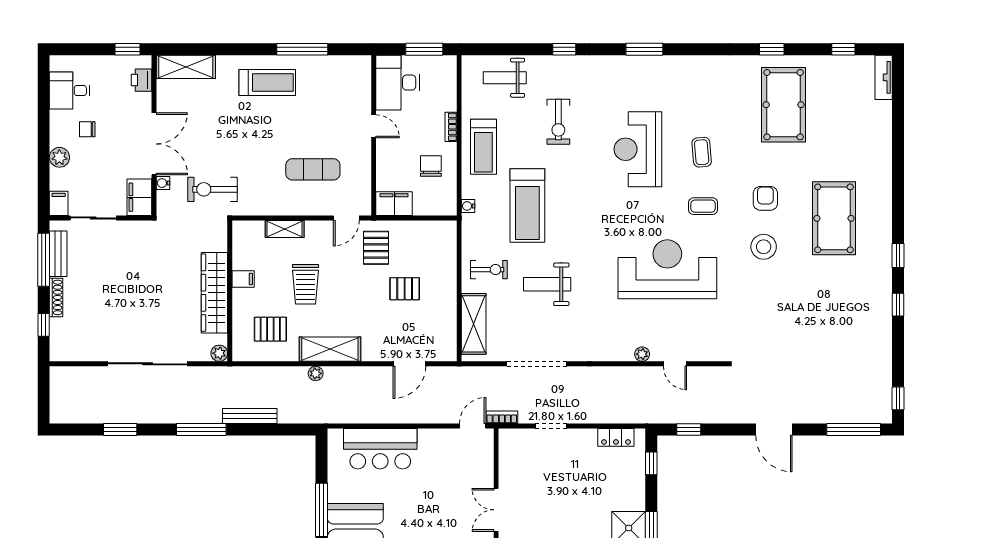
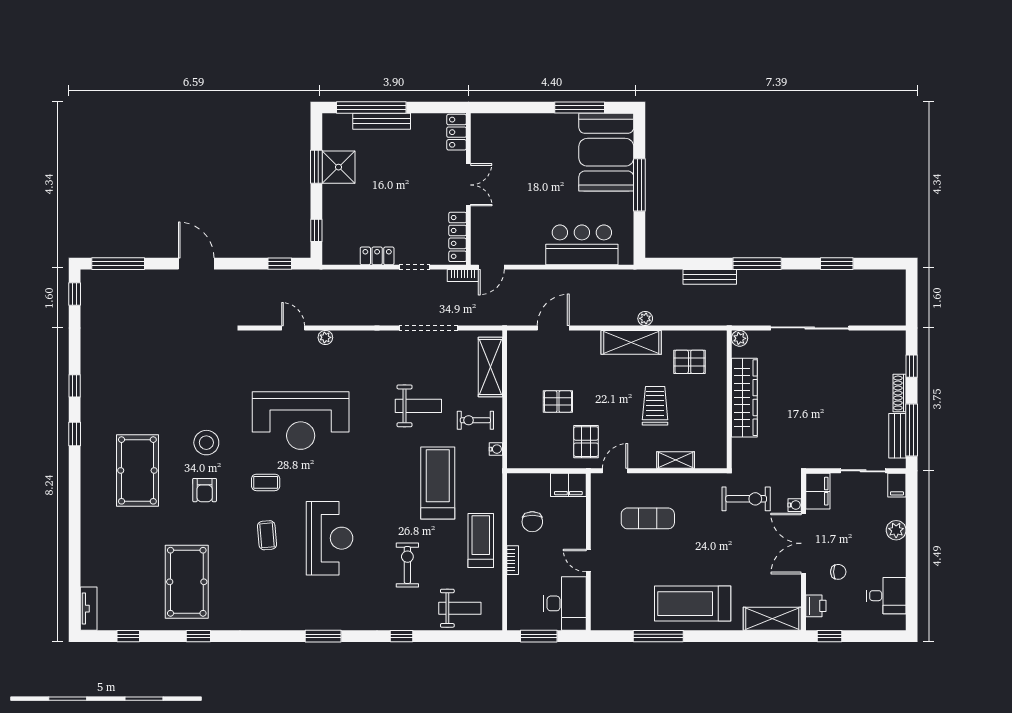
treadmill: (267, 82) -> (693, 604), width x1.37, depth x1.38
chair: (87, 129) -> (838, 572), moved
water cooler: (468, 206) -> (496, 449), moved
filing cabinet: (243, 279) -> (716, 411), removed
locker: (616, 437) -> (377, 256), moved
locker: (507, 457) -> (458, 237), added

